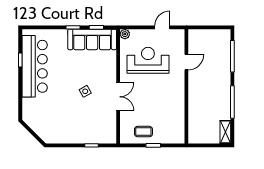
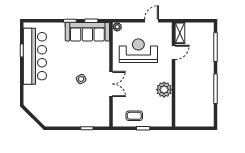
plant: (176, 103) -> (164, 90), added
shelving: (225, 132) -> (180, 33), moved

